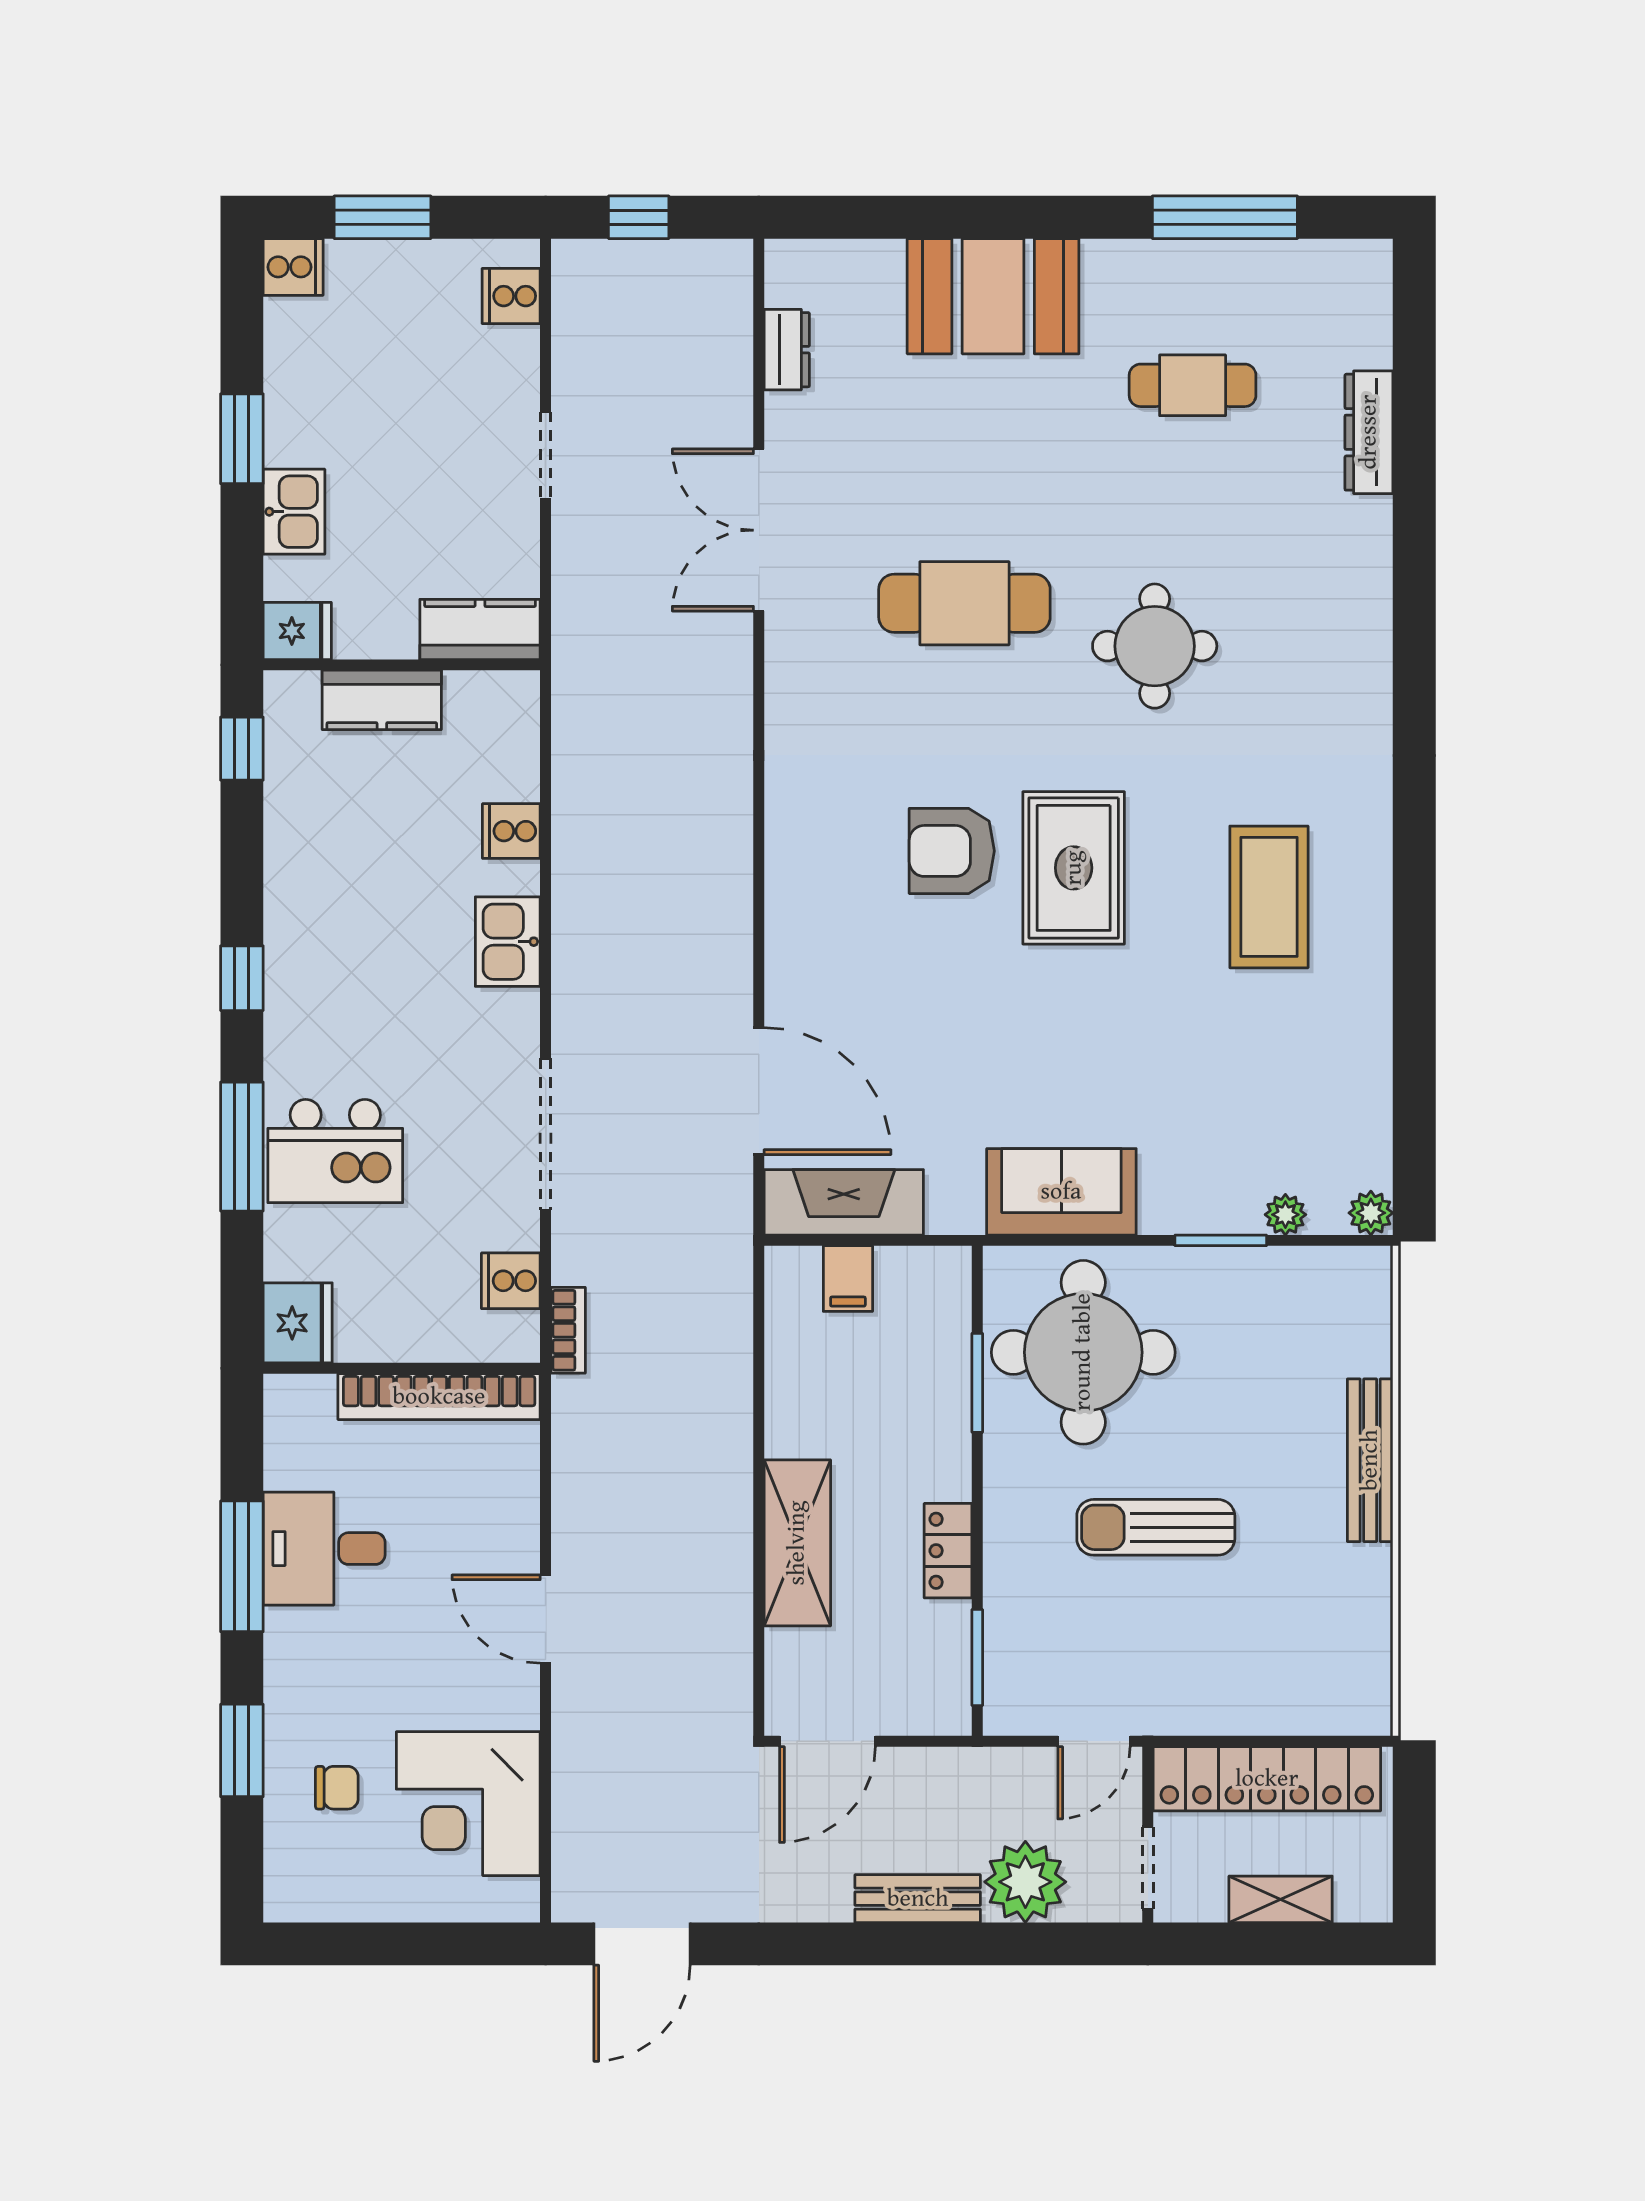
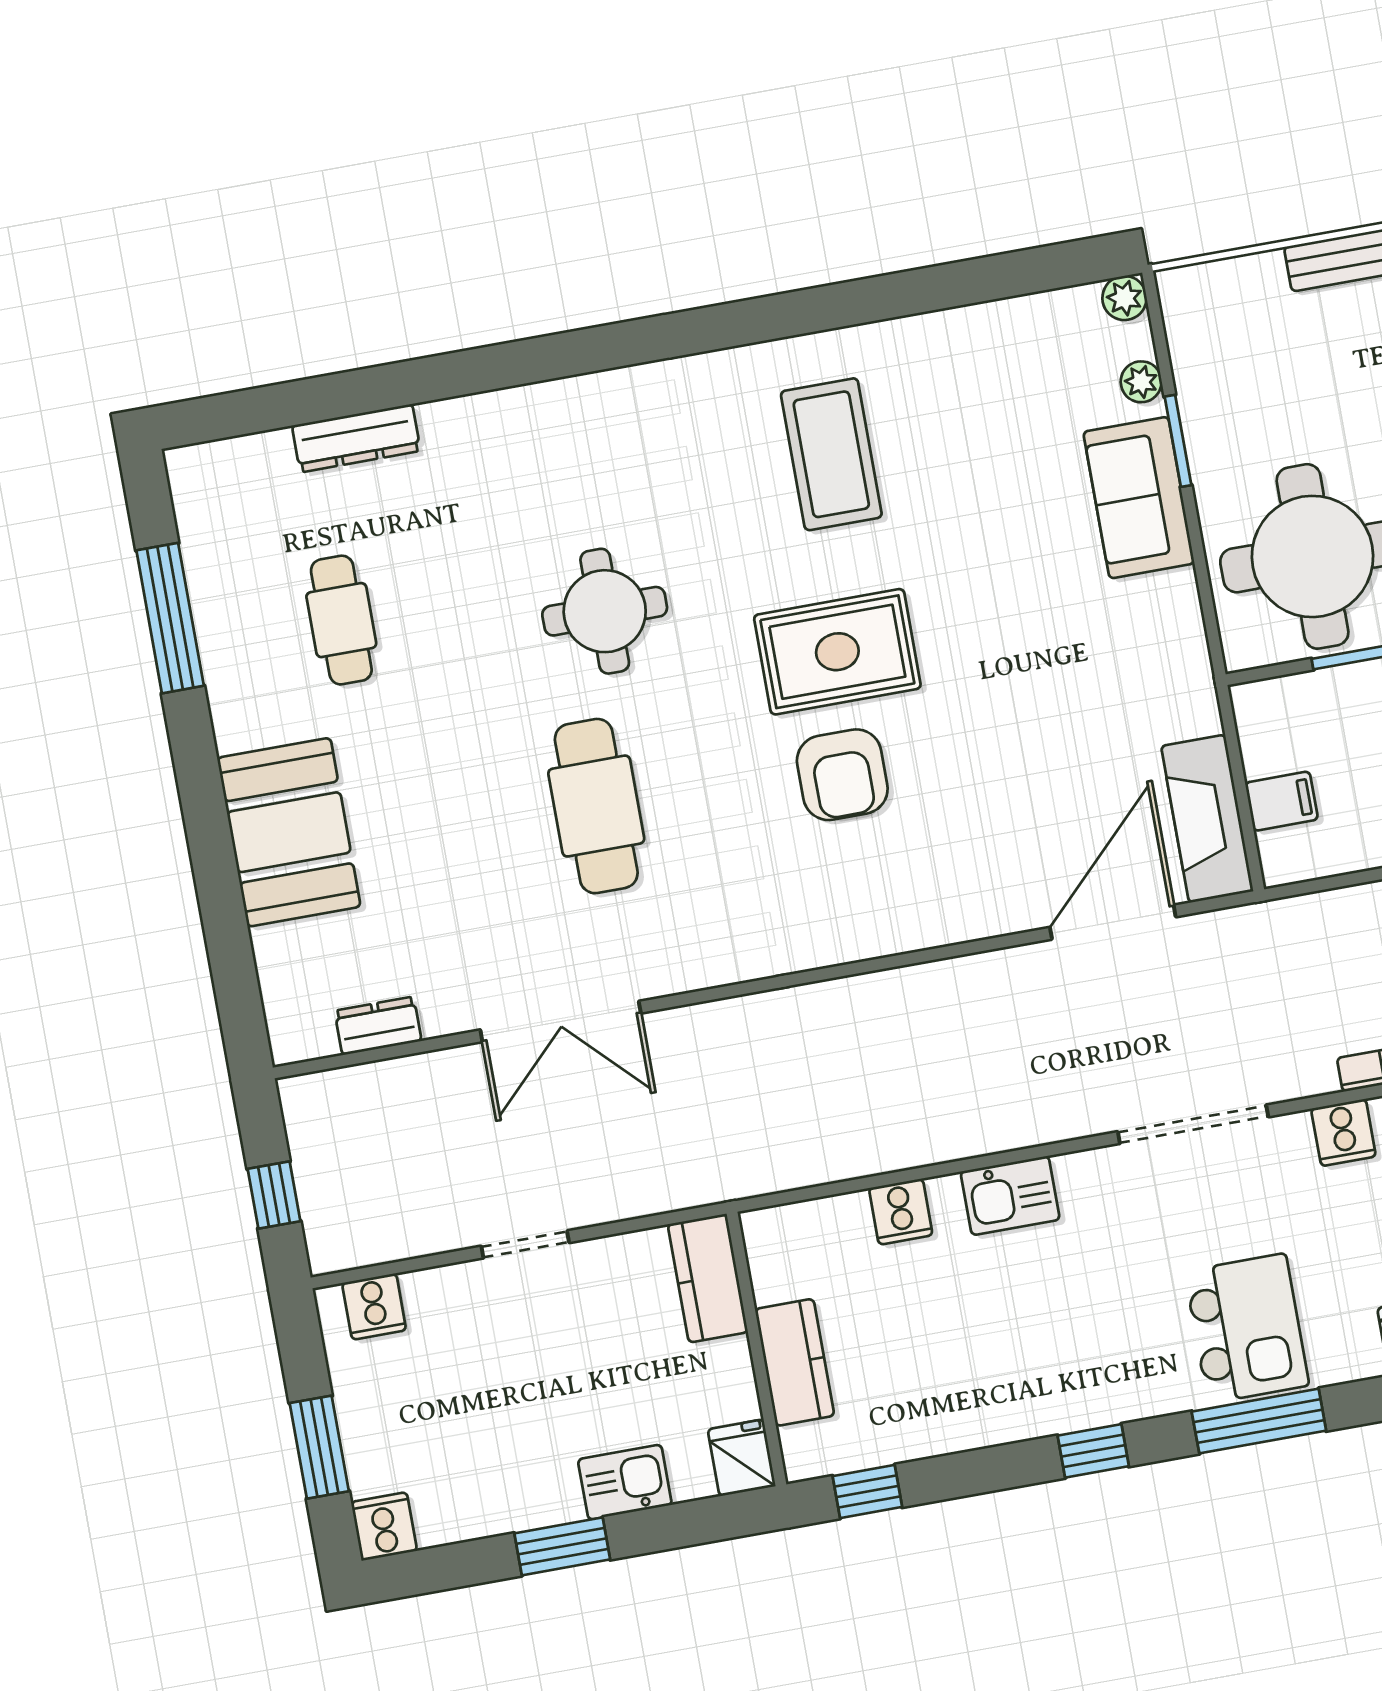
coffee table: (1269, 897) -> (831, 454), turned 90
sofa: (1061, 1192) -> (1139, 498), moved

